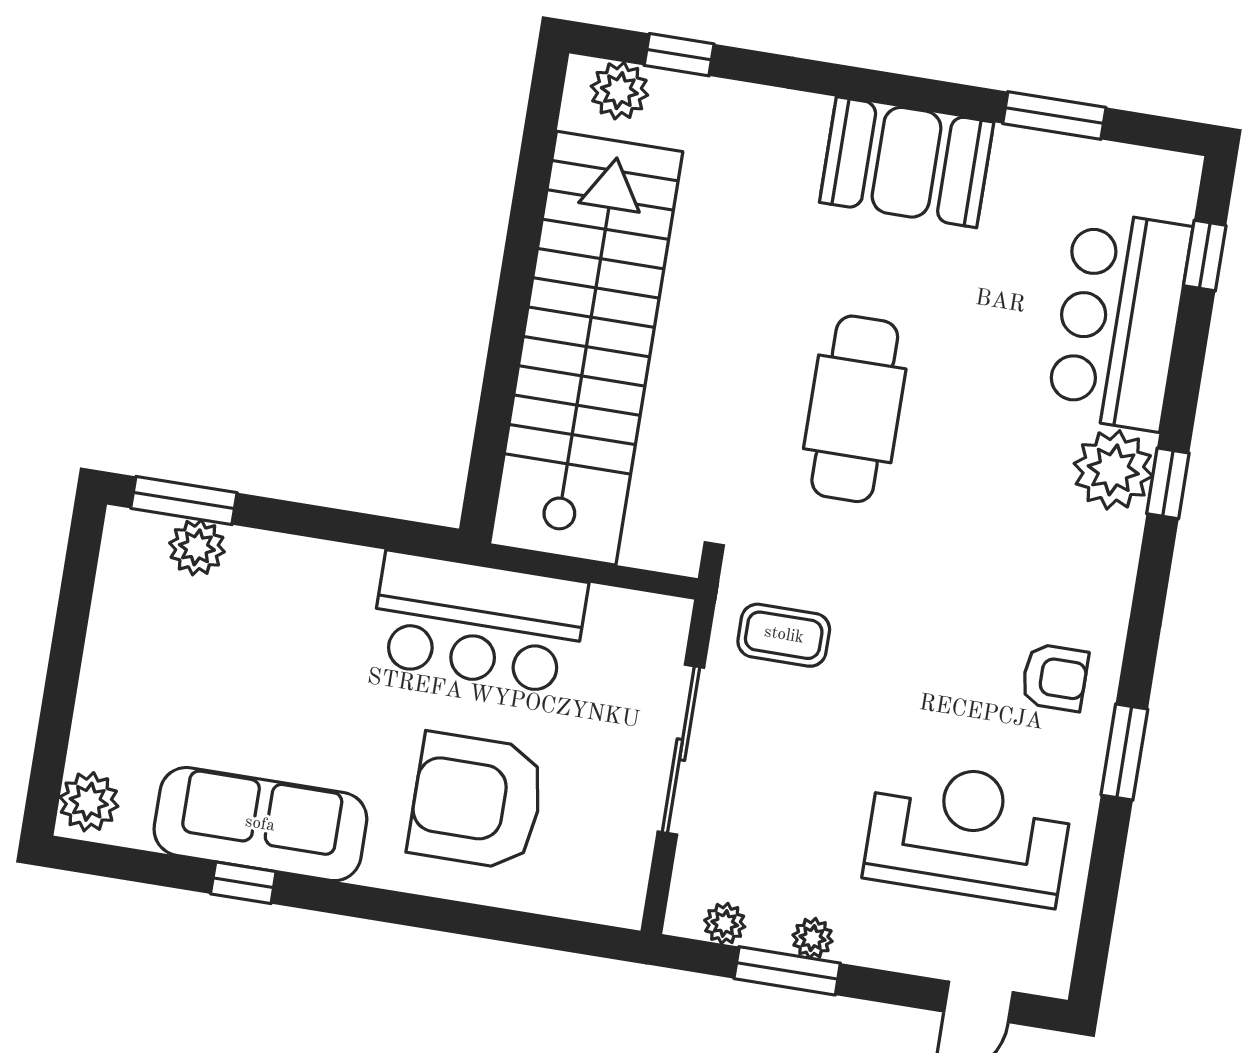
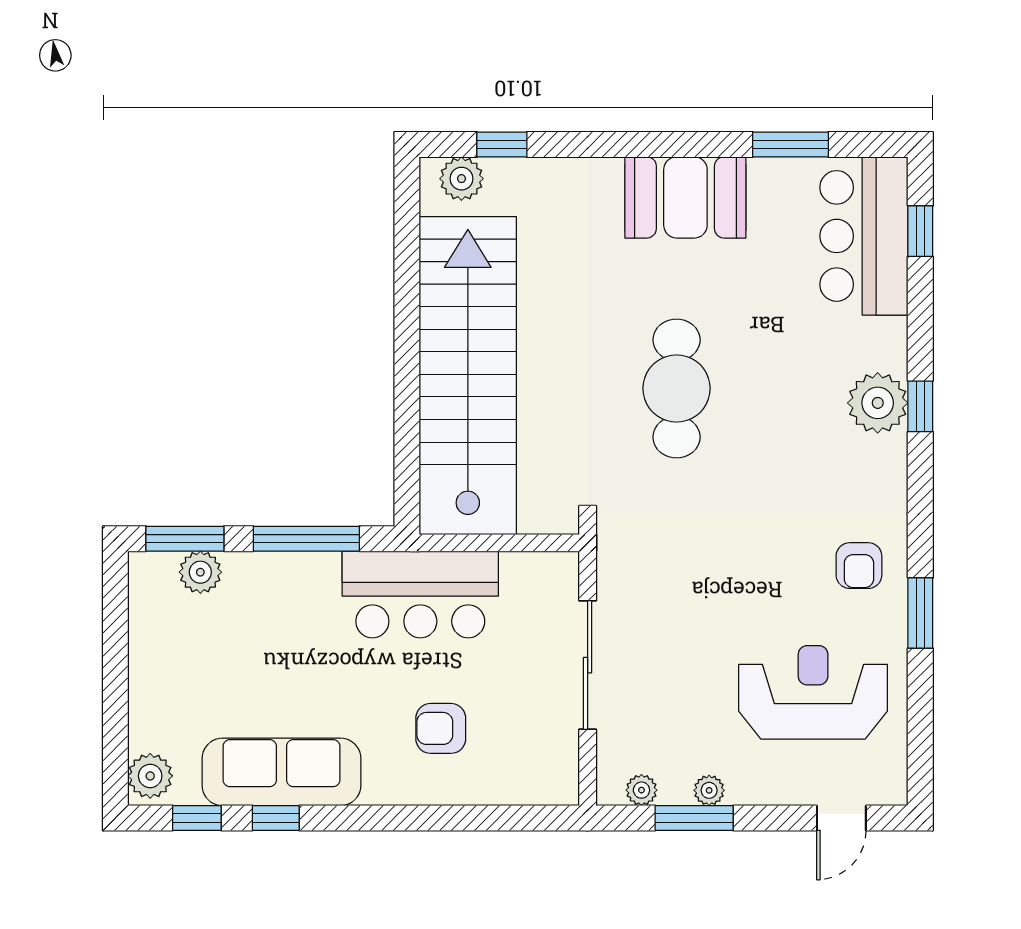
bar counter: (1119, 320) -> (864, 236), moved
window: (342, 526) -> (306, 539), added
coffee table: (784, 635) -> (651, 567), removed
armchair: (1055, 677) -> (859, 566), turned 90
armchair: (477, 801) -> (441, 728), width x0.53, depth x0.53
window: (141, 866) -> (197, 818), added

